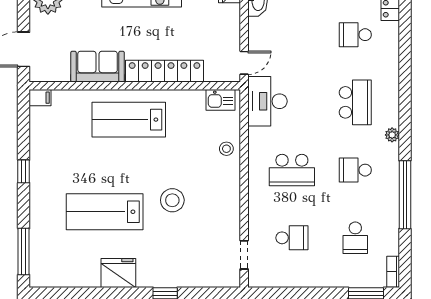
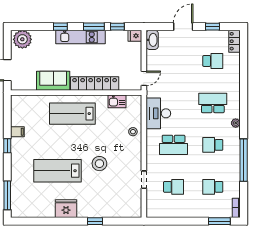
school desk: (355, 35) -> (213, 61), turned 180
filing cabinet: (40, 98) -> (17, 132), moved
kitchen sink: (221, 100) -> (117, 101), moved
desk: (267, 101) -> (158, 113), moved
school desk: (355, 102) -> (213, 103), turned -90
school desk: (355, 238) -> (213, 187), turned 90
doorway: (244, 255) -> (144, 180), moved

